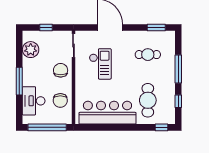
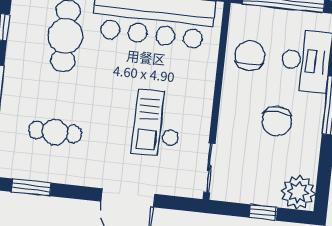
plant: (31, 50) -> (298, 192), moved
chair: (61, 70) -> (277, 121), moved

